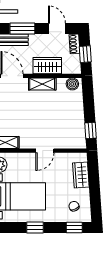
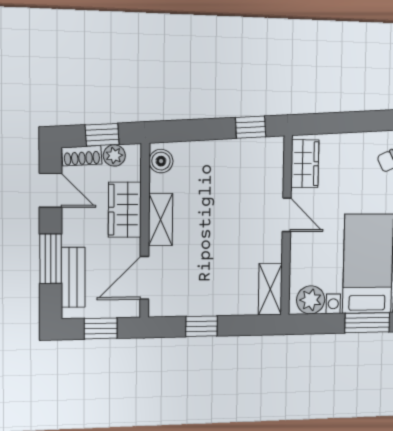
door: (57, 28) -> (50, 190), swing flipped
plant: (75, 60) -> (114, 155), added
wardrobe: (81, 175) -> (305, 164), moved, turned -86

